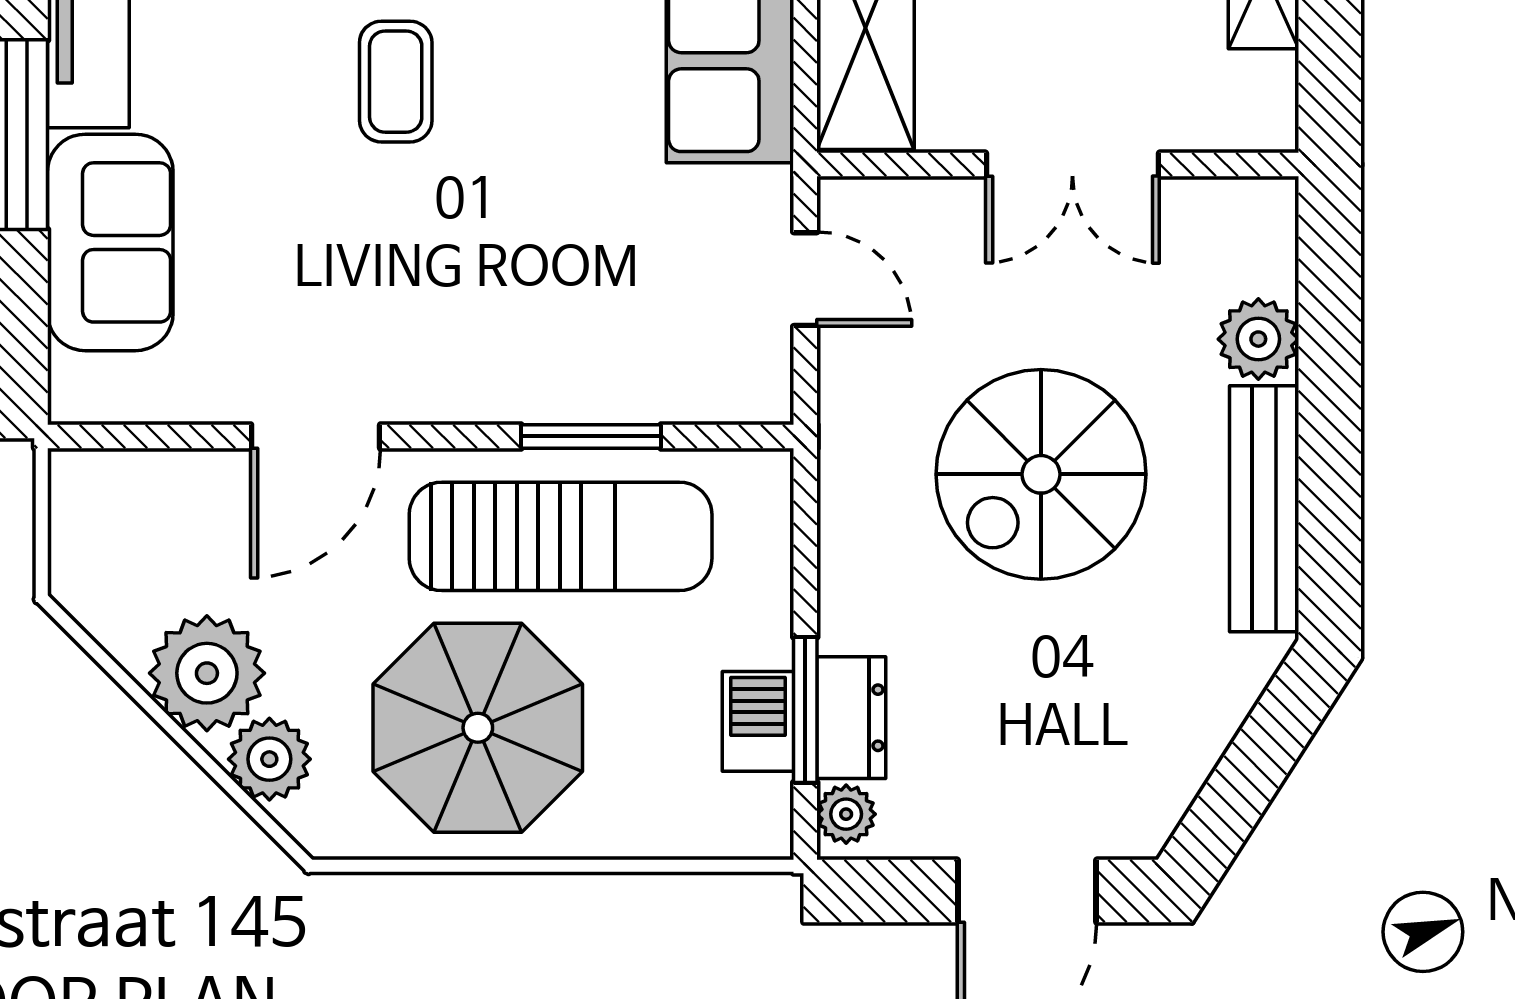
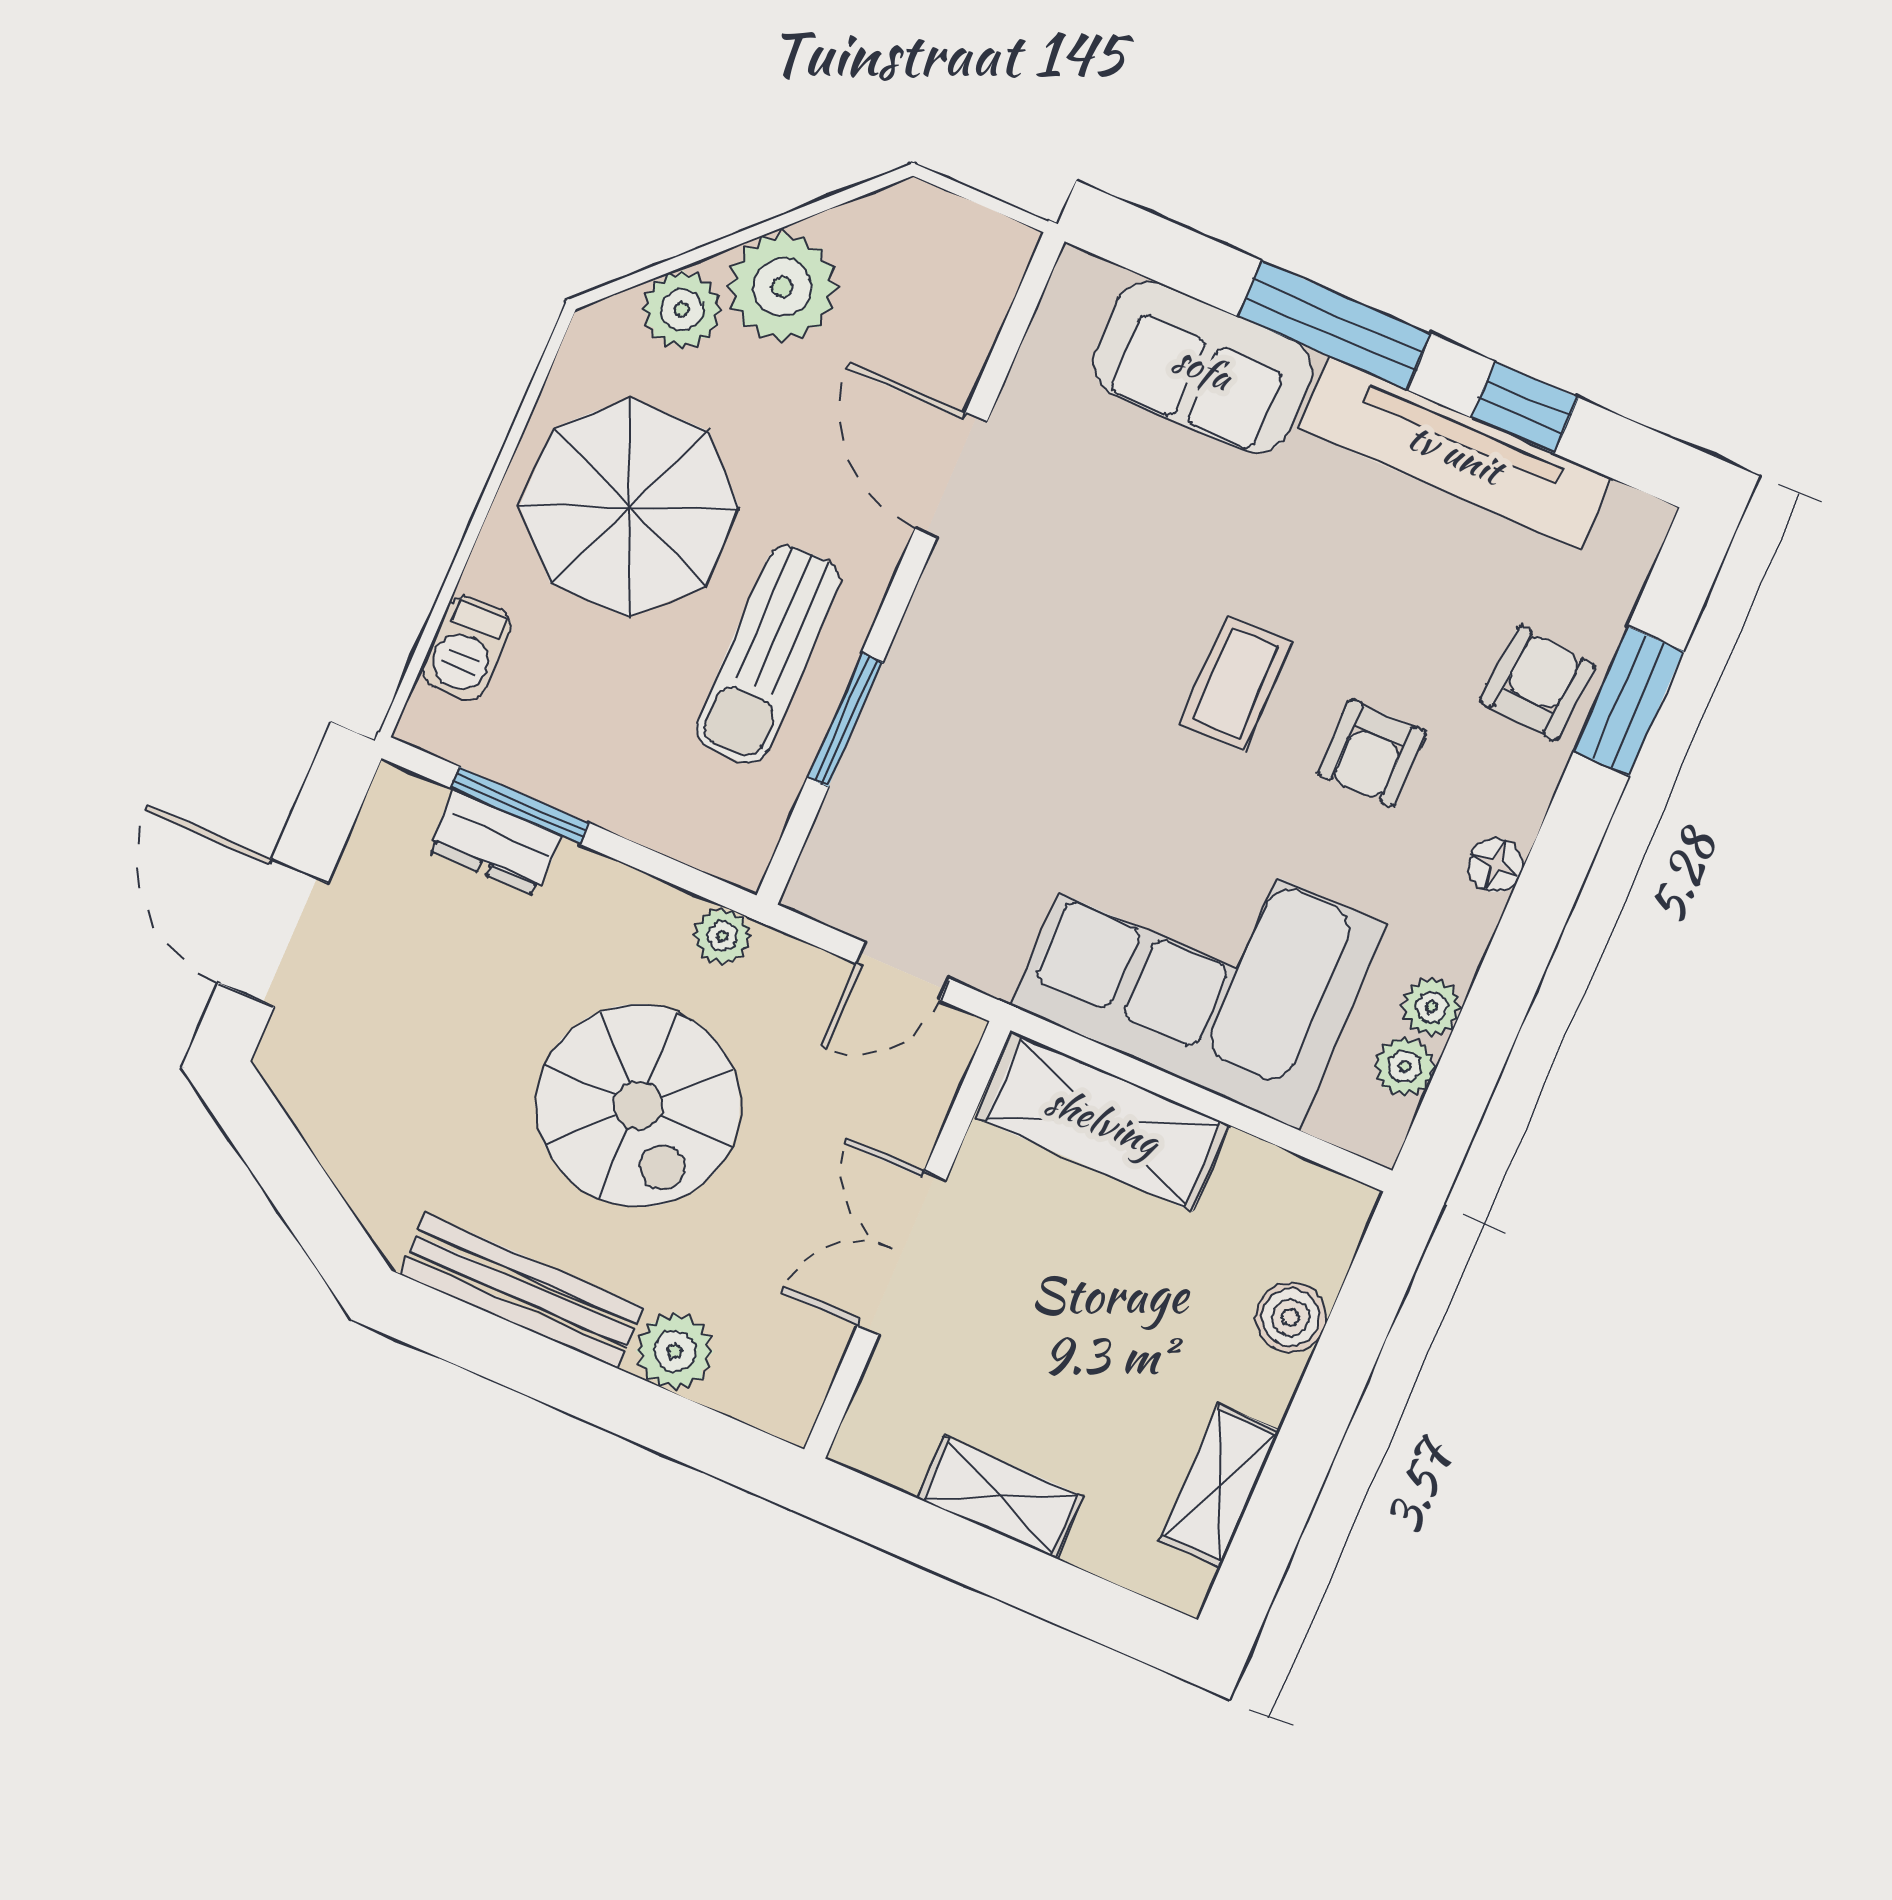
coffee table: (396, 82) -> (1236, 683), turned 90
spiral stairs: (1041, 474) -> (638, 1106), turned 180
sun lounger: (561, 536) -> (768, 654), width x0.73, depth x0.75
barbecue: (758, 721) -> (467, 648), moved, turned 90
plant: (846, 814) -> (722, 936), moved

